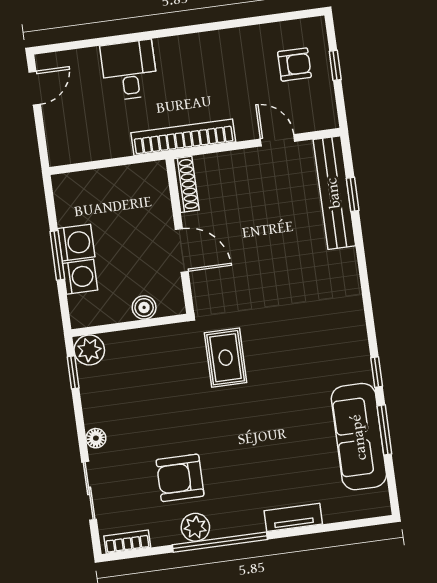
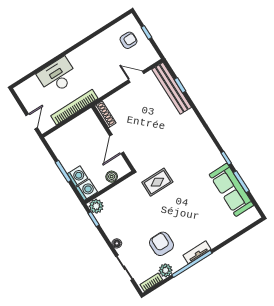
desk: (129, 70) -> (57, 76), width x1.37
door: (35, 88) -> (32, 122), moved
bookcase: (183, 137) -> (74, 107), moved
washing machine: (76, 243) -> (87, 190), moved
door: (182, 250) -> (117, 144), swing flipped
rug: (226, 358) -> (157, 182), turned 90
armchair: (180, 478) -> (162, 244), turned 90
tv unit: (293, 517) -> (197, 252), moved
plant: (195, 527) -> (166, 270), moved

